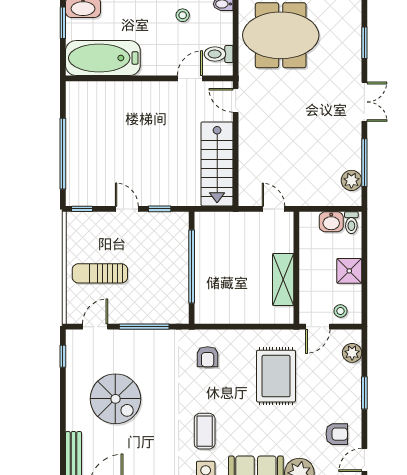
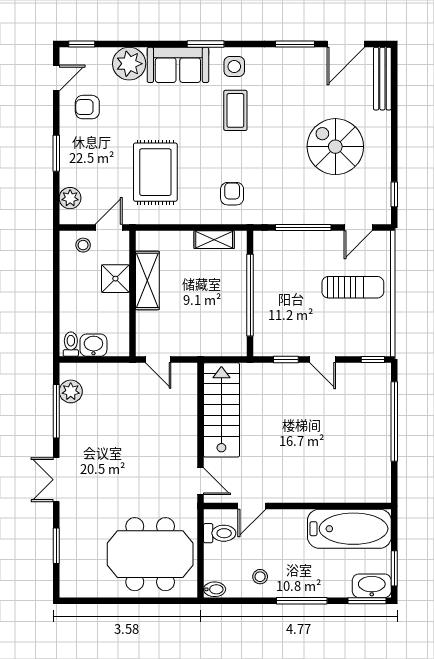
shower: (349, 271) -> (115, 279), moved
shelving: (224, 316) -> (214, 240), added

